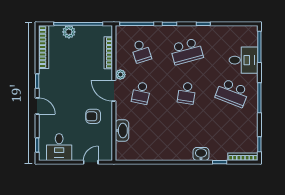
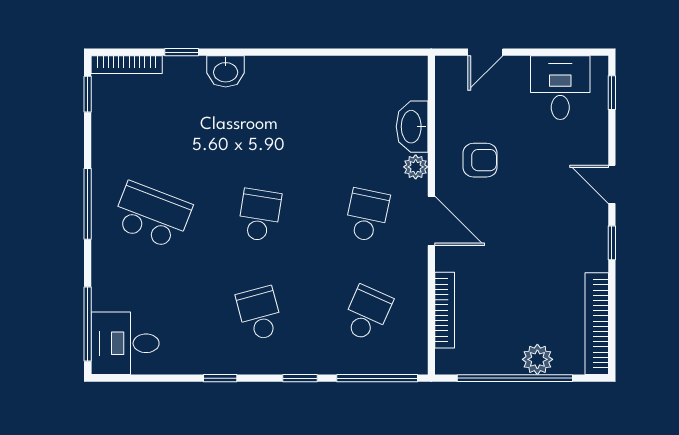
school desk: (141, 51) -> (367, 314), turned 42
school desk: (187, 51) -> (259, 314), width x0.54
desk: (244, 60) -> (125, 343), moved
plant: (120, 75) -> (416, 167), moved

